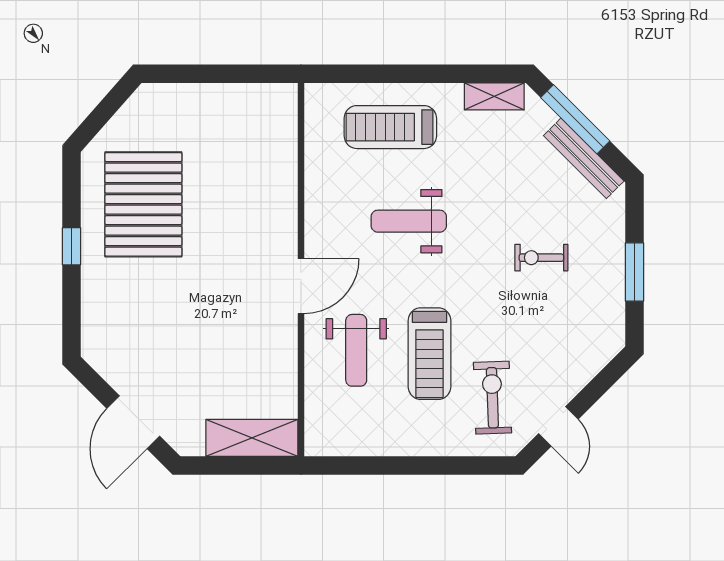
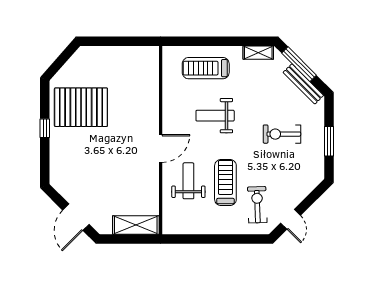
pallet: (143, 204) -> (81, 107), turned 90
exercise bike: (541, 258) -> (282, 134), width x1.38, depth x1.39
weight bench: (356, 350) -> (188, 181), turned 180
treadmill: (429, 354) -> (225, 183), turned 180

